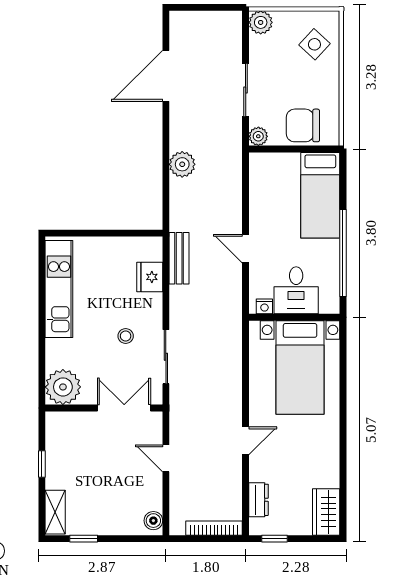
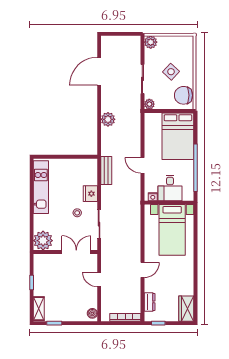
side table: (314, 44) -> (171, 72), moved
chair: (303, 125) -> (183, 95), moved
bed: (320, 195) -> (178, 136), width x1.50
fridge: (150, 277) -> (90, 194), moved

